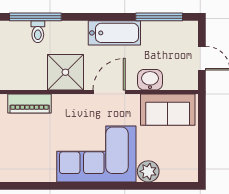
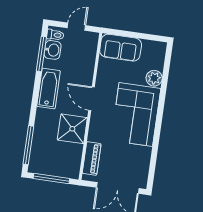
toilet: (38, 32) -> (55, 35), moved
washbasin: (150, 80) -> (53, 50), moved, turned 180
sofa: (168, 110) -> (121, 48), moved, turned 90

